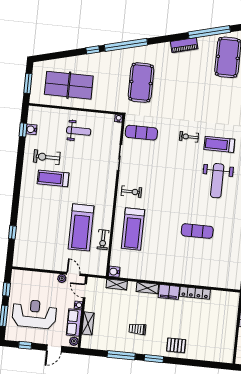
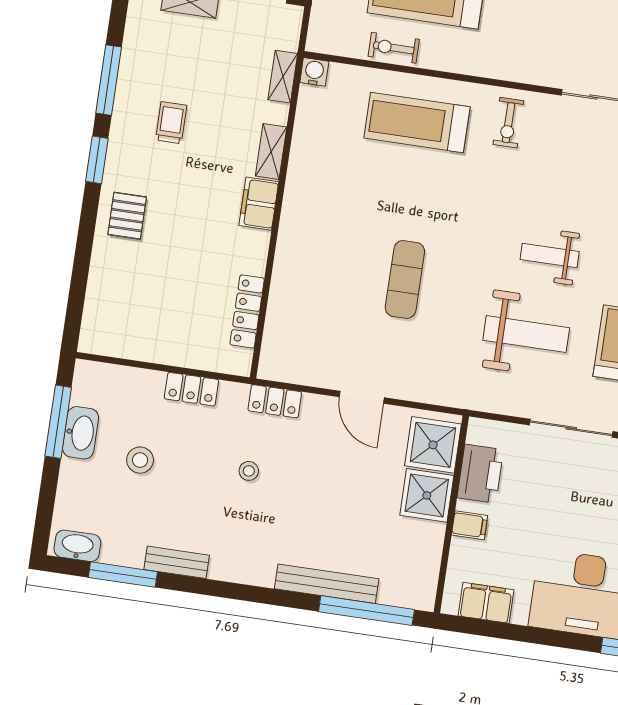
weight bench: (185, 173) -> (550, 255), added
weight bench: (217, 181) -> (526, 334), turned 180
locker: (195, 293) -> (247, 311), moved

